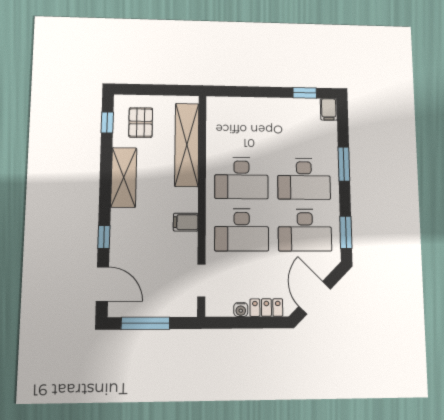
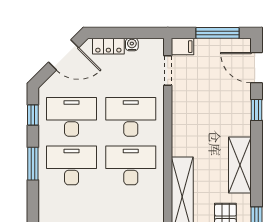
window: (344, 164) -> (33, 164), moved
filing cabinet: (186, 222) -> (182, 47), moved
window: (346, 232) -> (33, 115), width x0.67
door: (315, 298) -> (64, 55), hinge flipped

